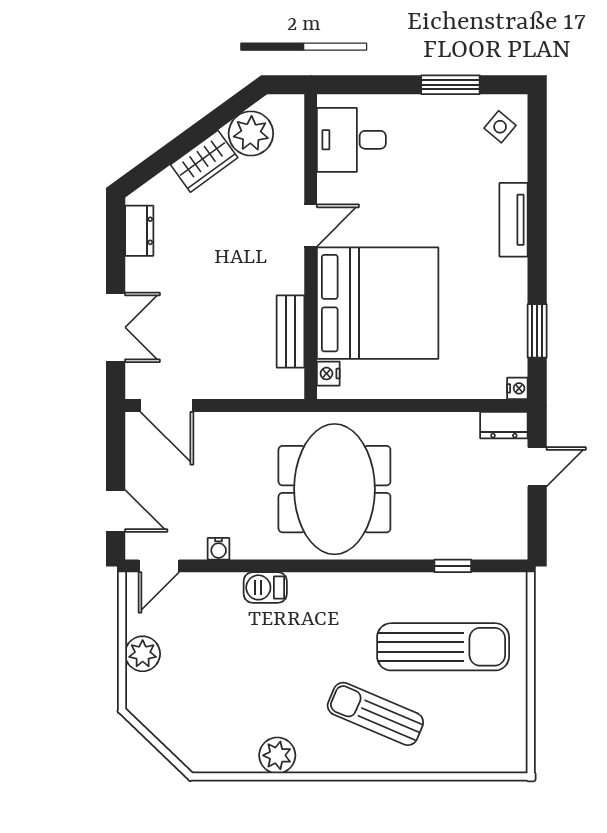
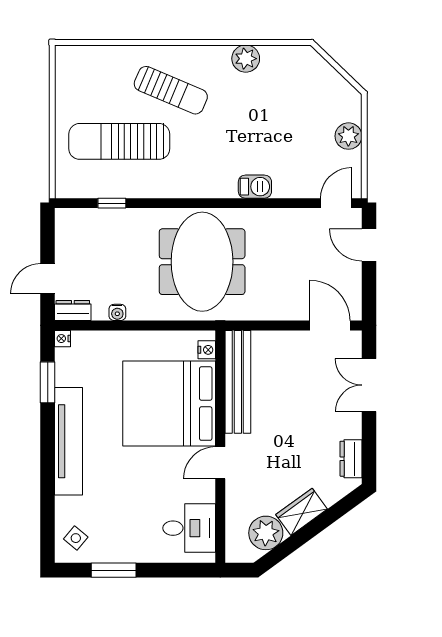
tv unit: (514, 220) -> (69, 441), width x1.92, depth x1.29
bench: (291, 332) -> (238, 382), width x1.86, depth x1.21
water cooler: (219, 549) -> (117, 312), moved, turned 180

